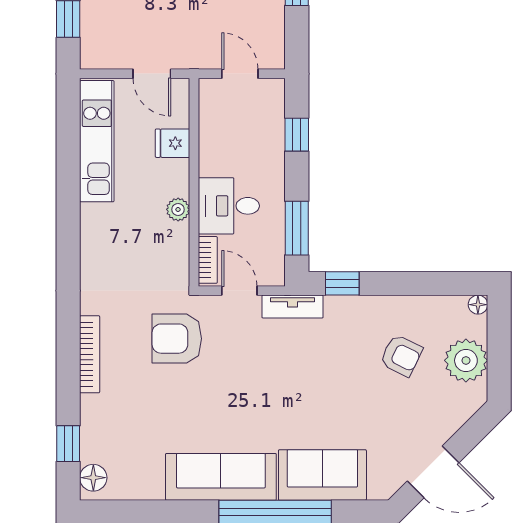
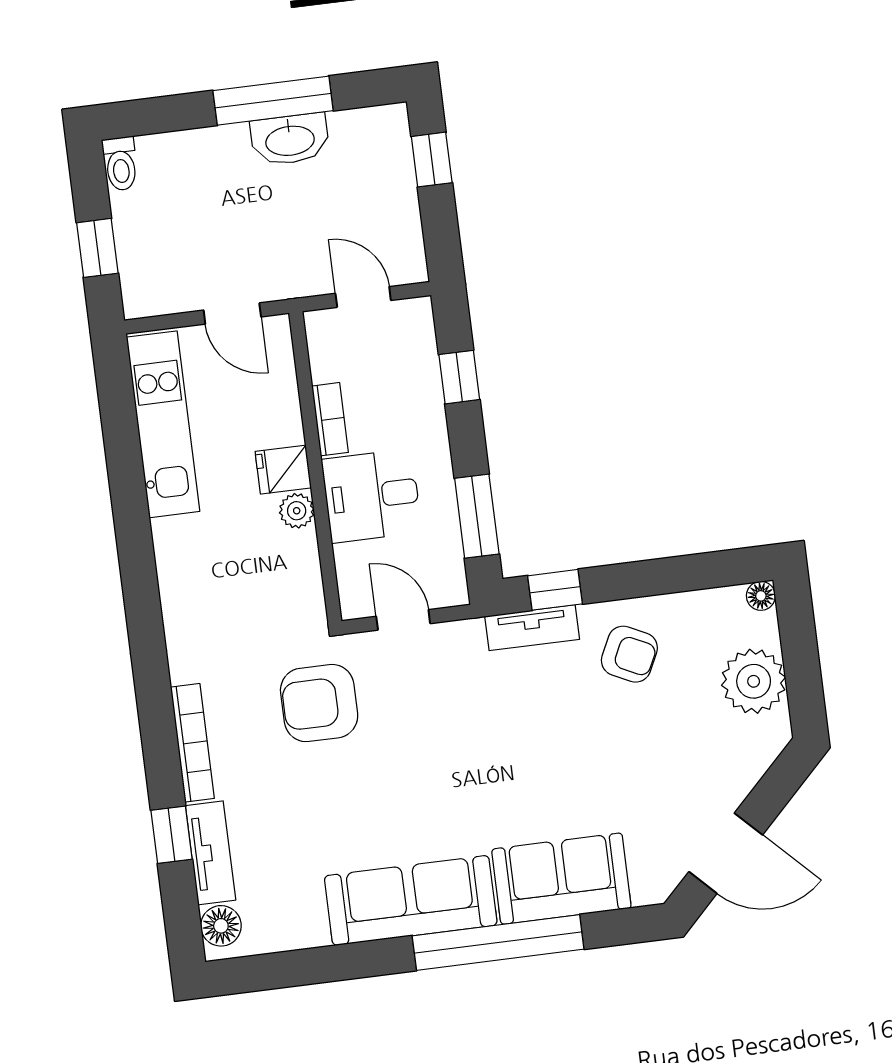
fridge: (173, 143) -> (283, 470), moved
bookcase: (208, 260) -> (330, 419), moved
tv unit: (293, 307) -> (532, 628), moved
armchair: (401, 355) -> (629, 654), moved
tv unit: (92, 429) -> (211, 853), added
window: (68, 444) -> (172, 835), moved

